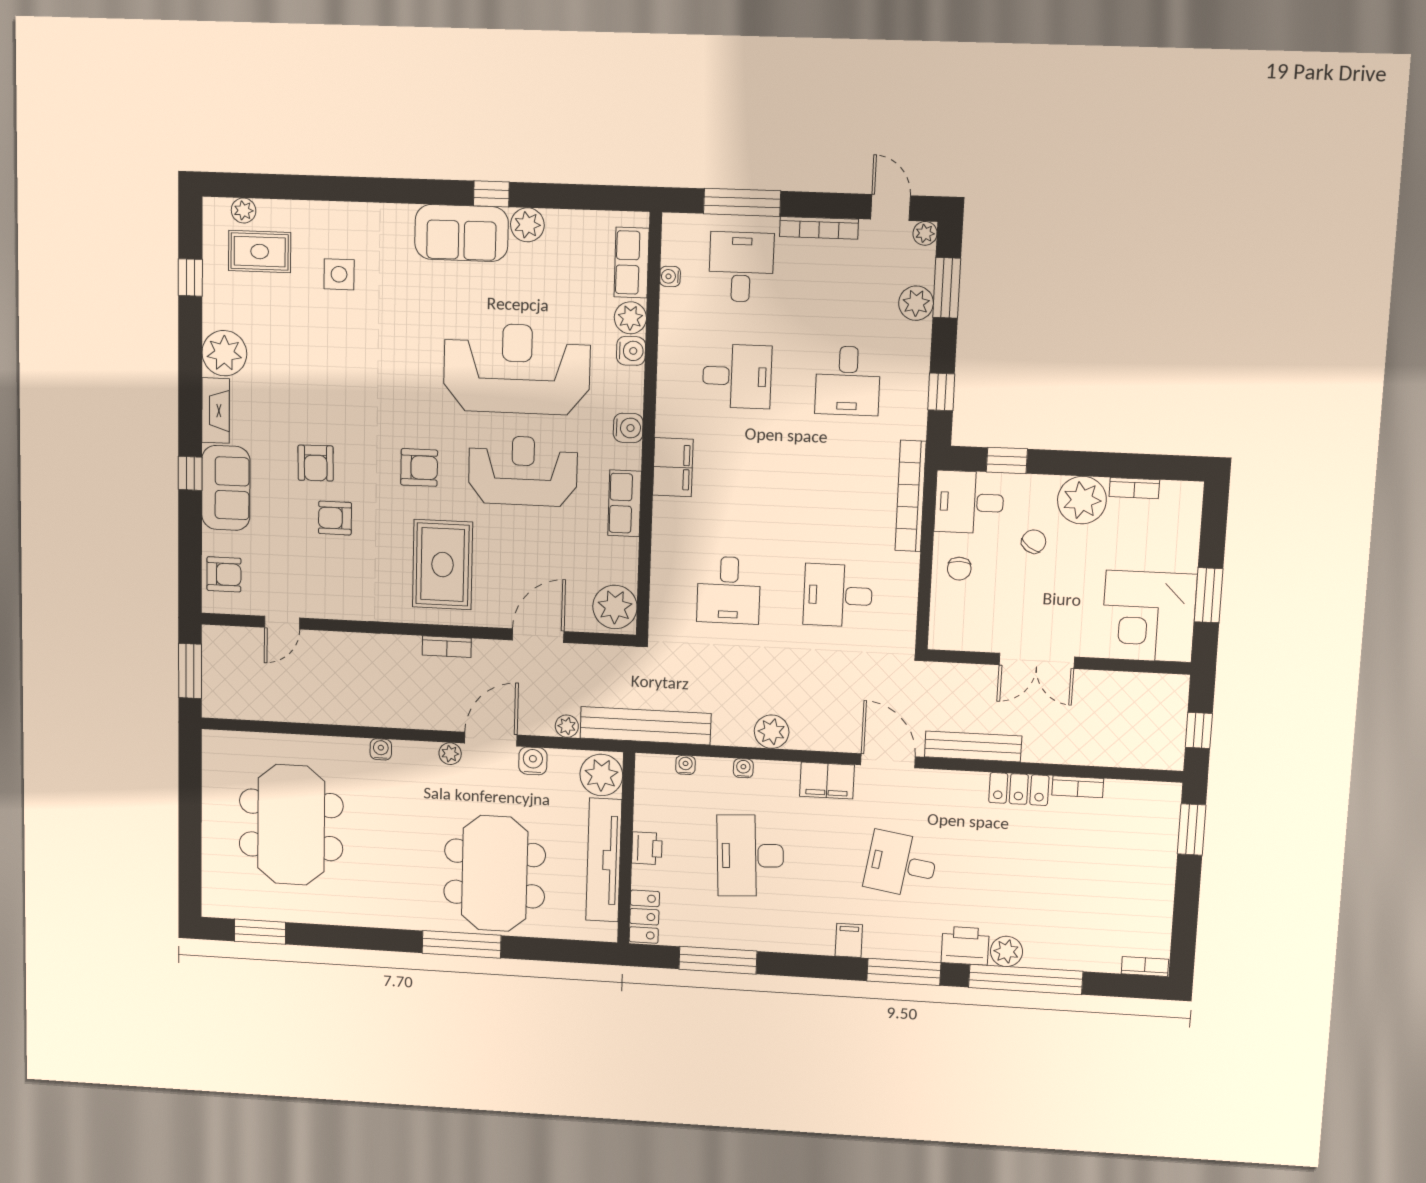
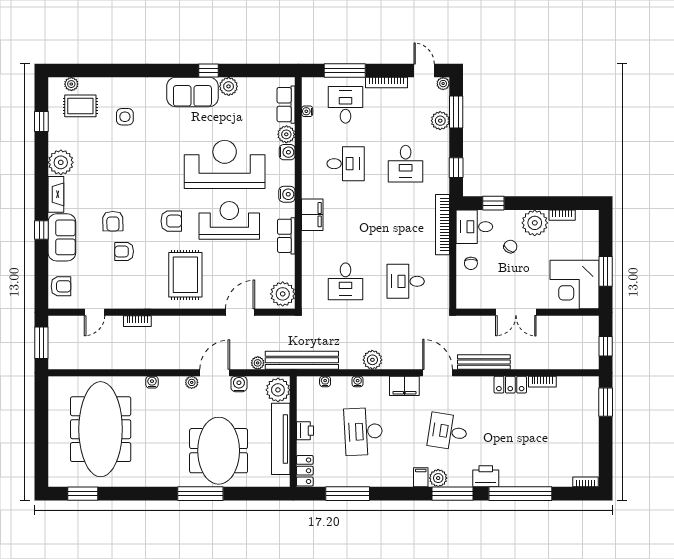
bookcase: (447, 647) -> (137, 321), moved
meeting table: (291, 825) -> (101, 429), width x1.36
plant: (1006, 951) -> (438, 478), moved

